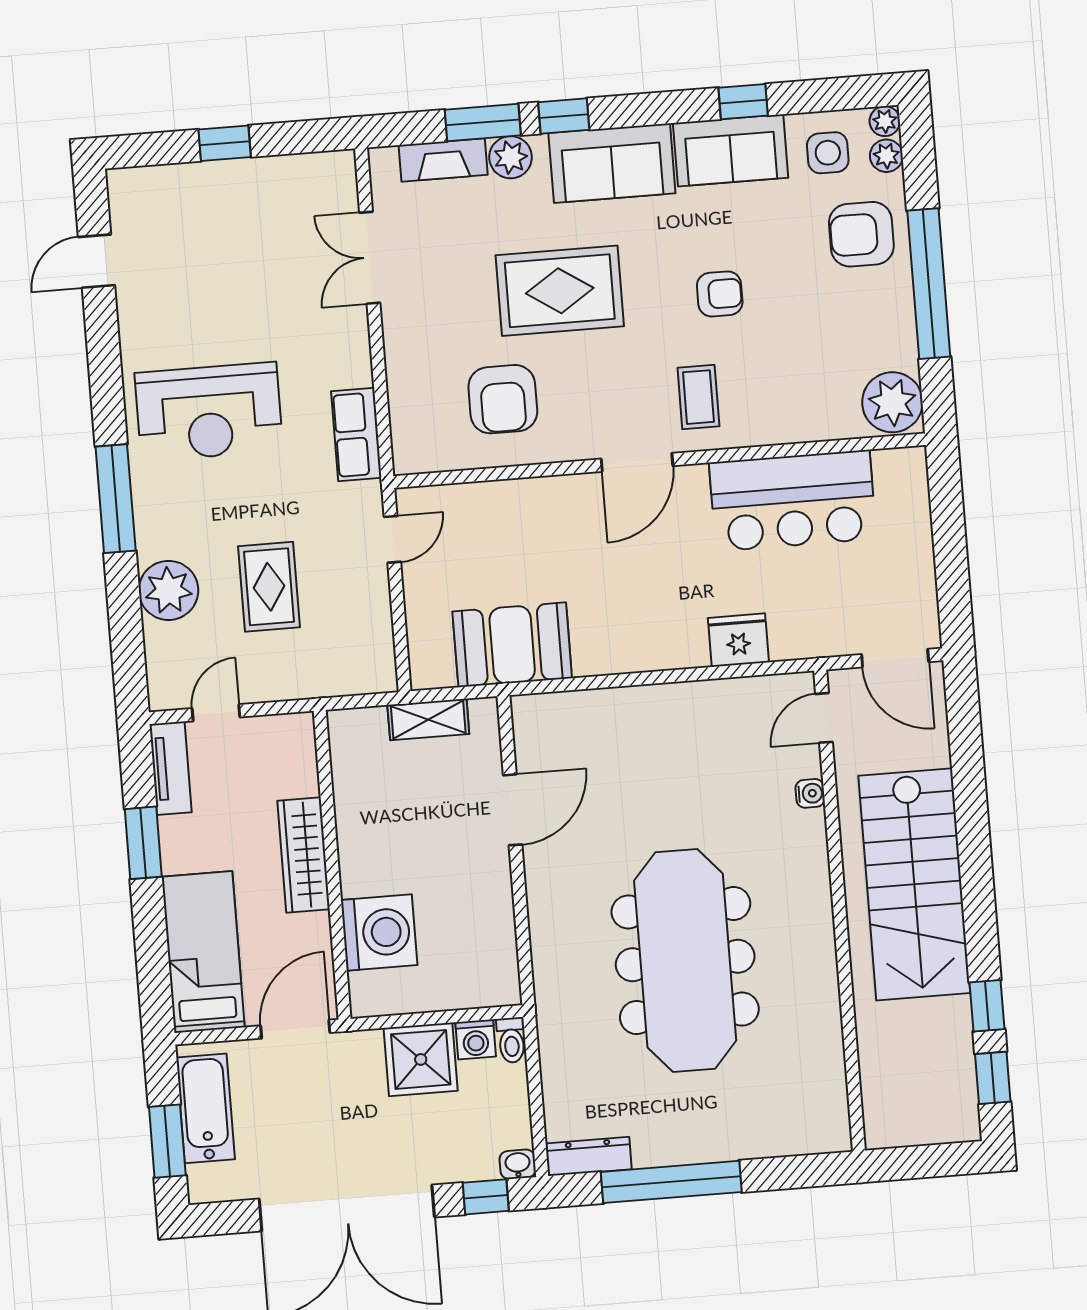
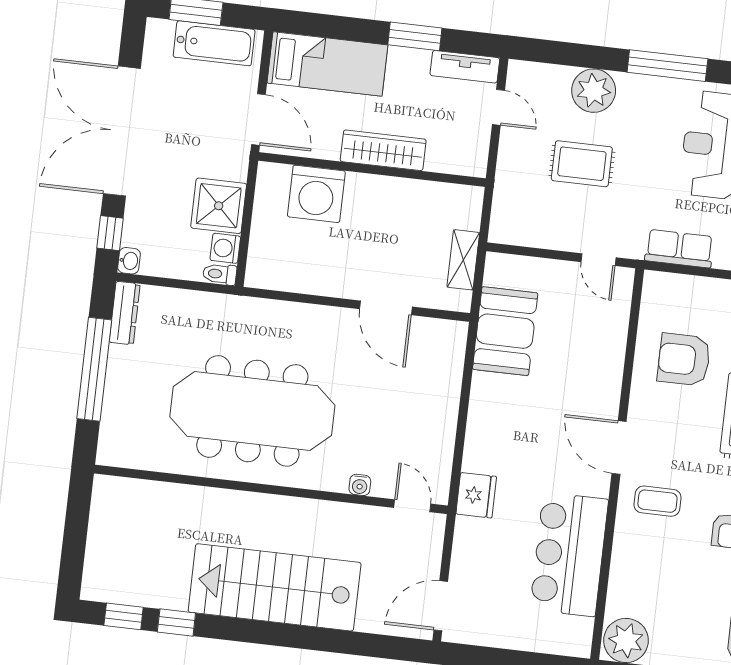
door: (824, 718) -> (412, 506), moved
water cooler: (810, 793) -> (360, 485), moved
wall: (840, 911) -> (271, 489), moved

